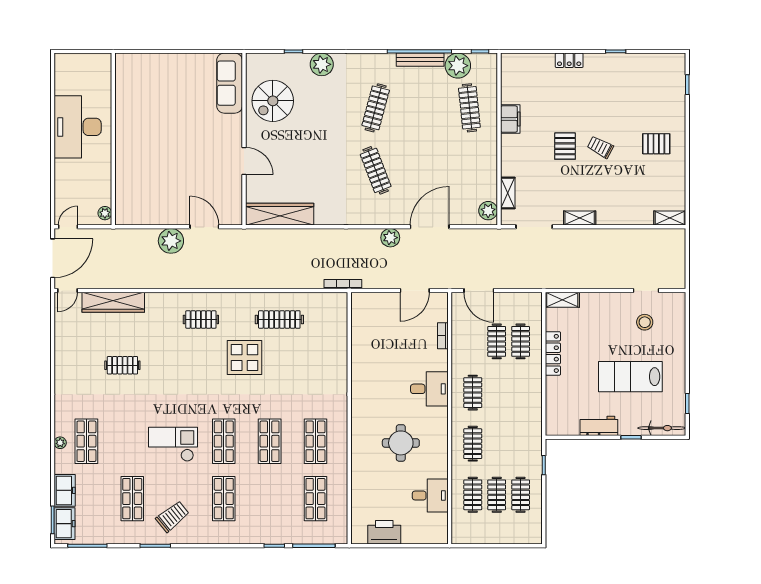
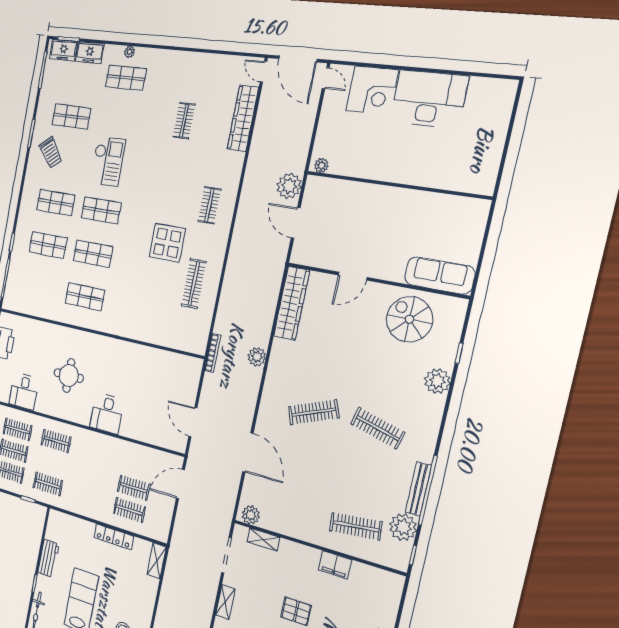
wall: (113, 139) -> (396, 185), moved
corner desk: (75, 180) -> (372, 90), added
plant: (105, 213) -> (322, 165), moved
door: (204, 227) -> (296, 223), swing flipped
plant: (390, 238) -> (257, 357), moved
bookcase: (443, 336) -> (148, 438), removed
clothes rail: (473, 393) -> (48, 484), moved
shop shelf: (315, 499) -> (48, 245), moved

